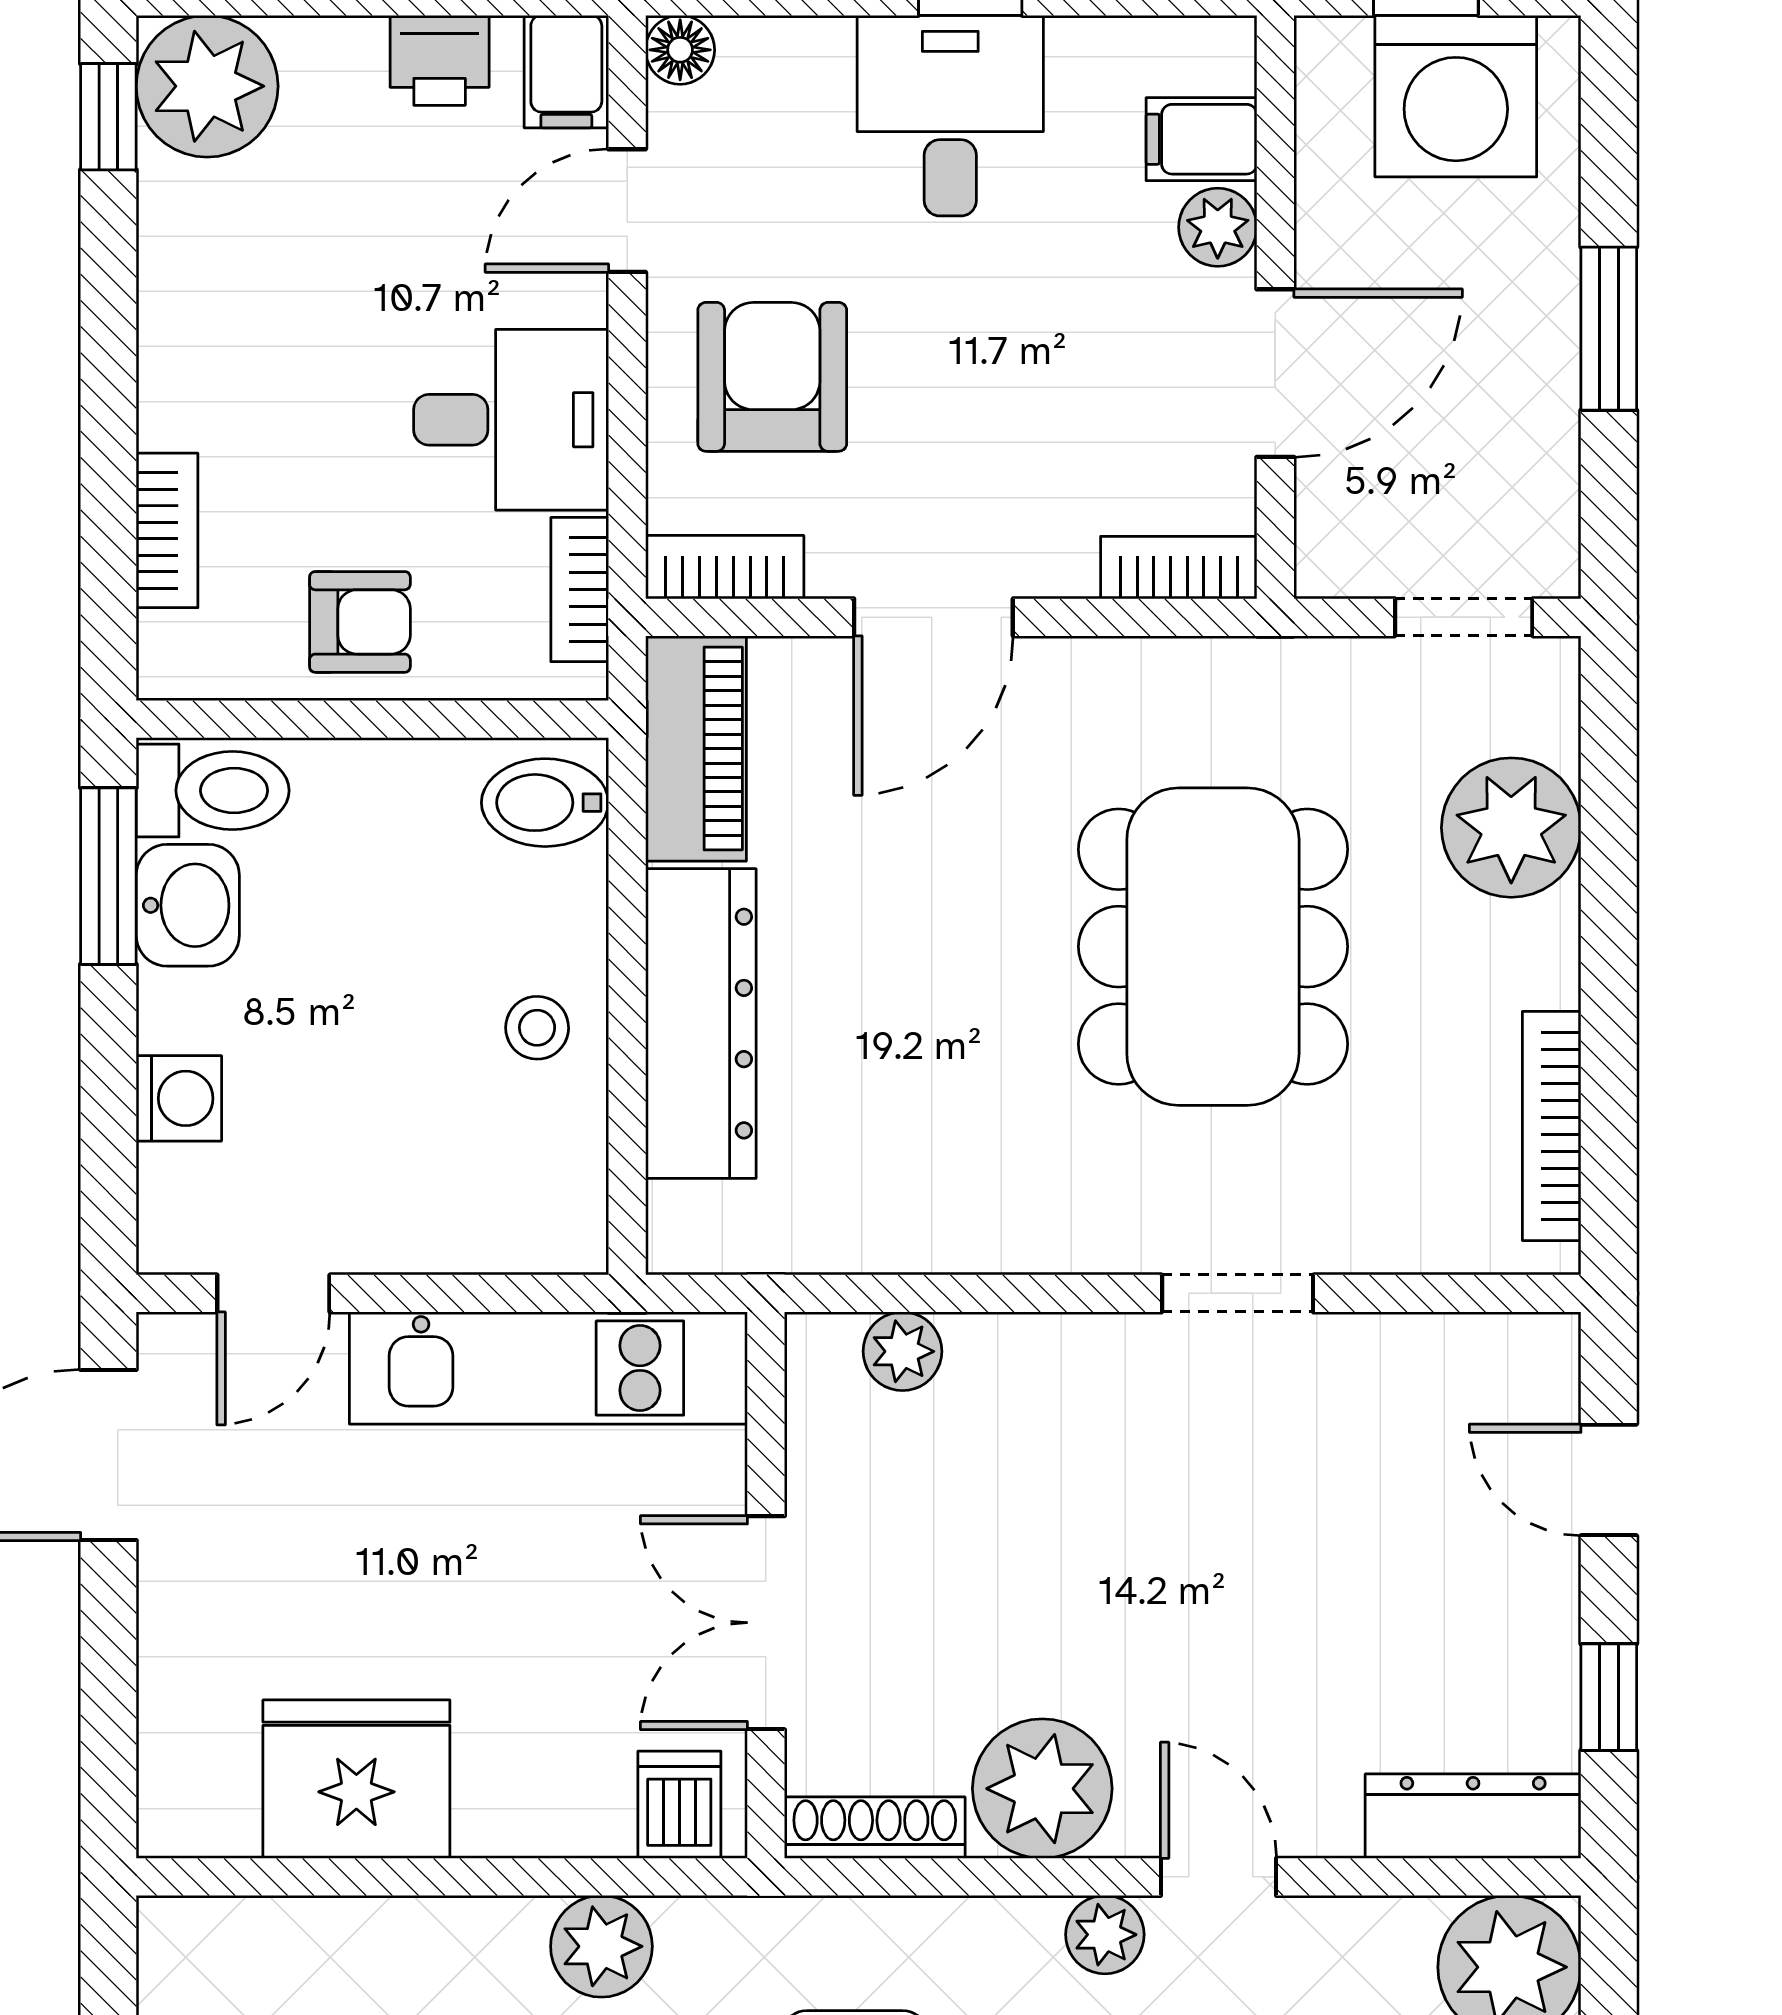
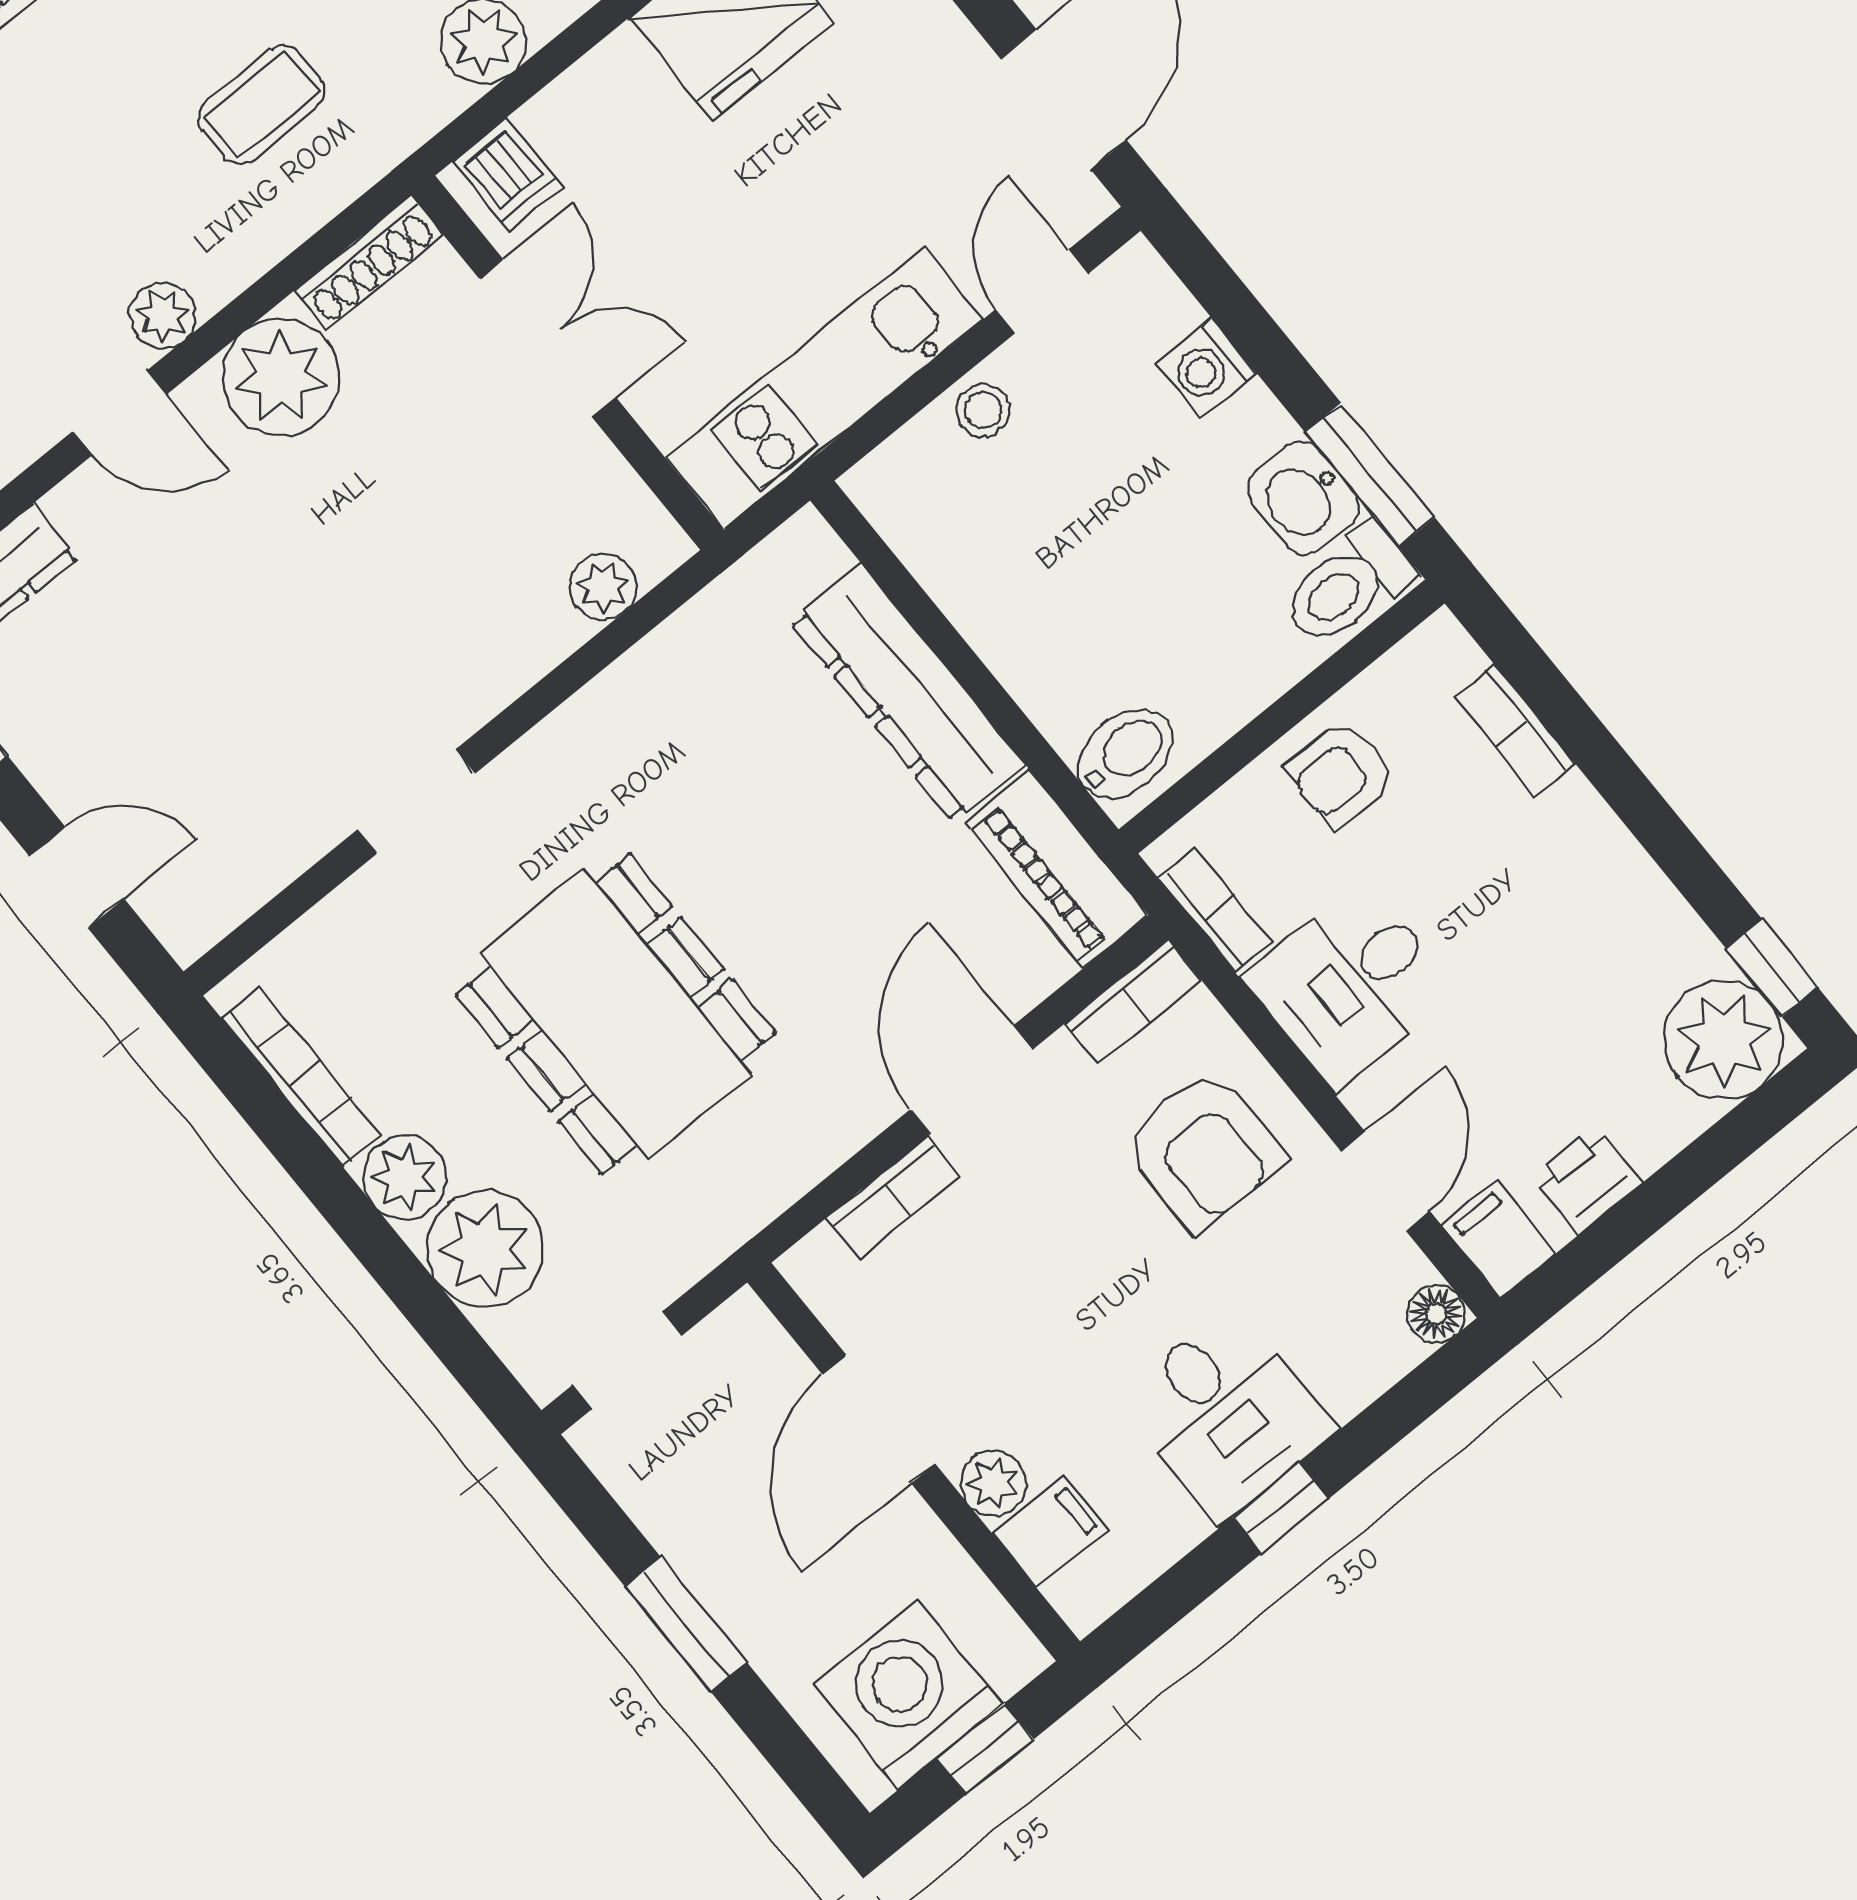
bookcase: (1179, 568) -> (893, 1197), moved
plant: (1531, 954) -> (405, 1177), added
stool: (537, 1028) -> (983, 411), moved

